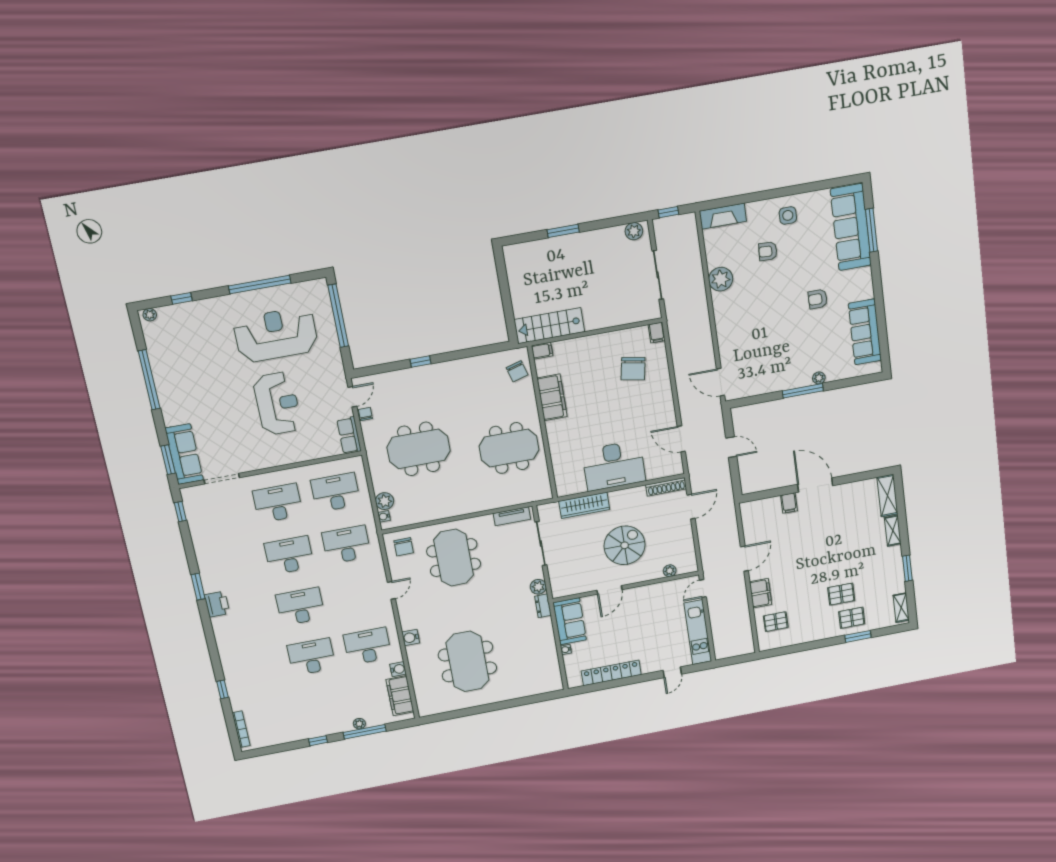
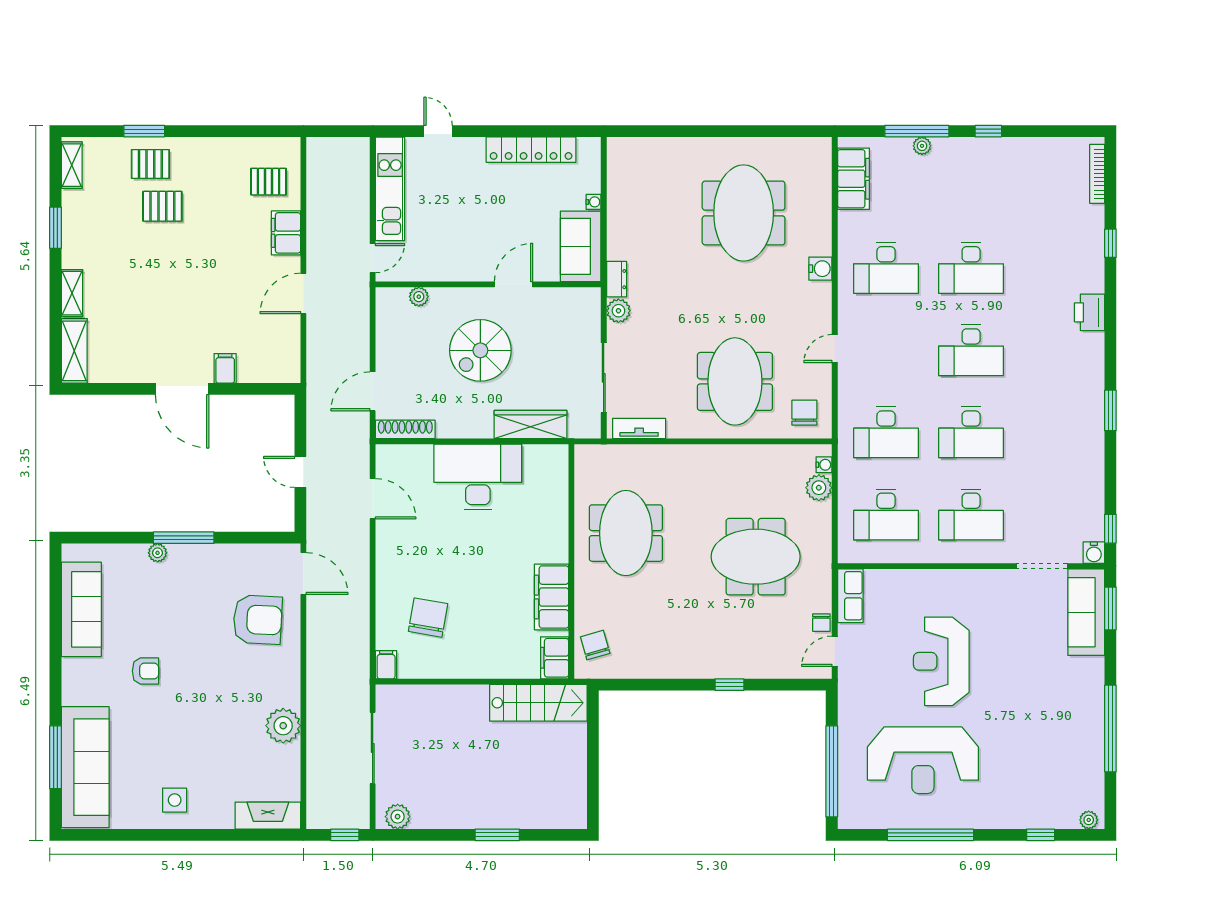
armchair: (768, 251) -> (258, 620), moved, width x1.88, depth x1.88
filing cabinet: (542, 351) -> (555, 658), width x2.00
meeting table: (509, 448) -> (626, 533), turned 90
printer: (217, 604) -> (1089, 312), moved
water cooler: (398, 669) -> (1094, 553), moved, turned -90
door: (672, 672) -> (438, 131), hinge flipped

